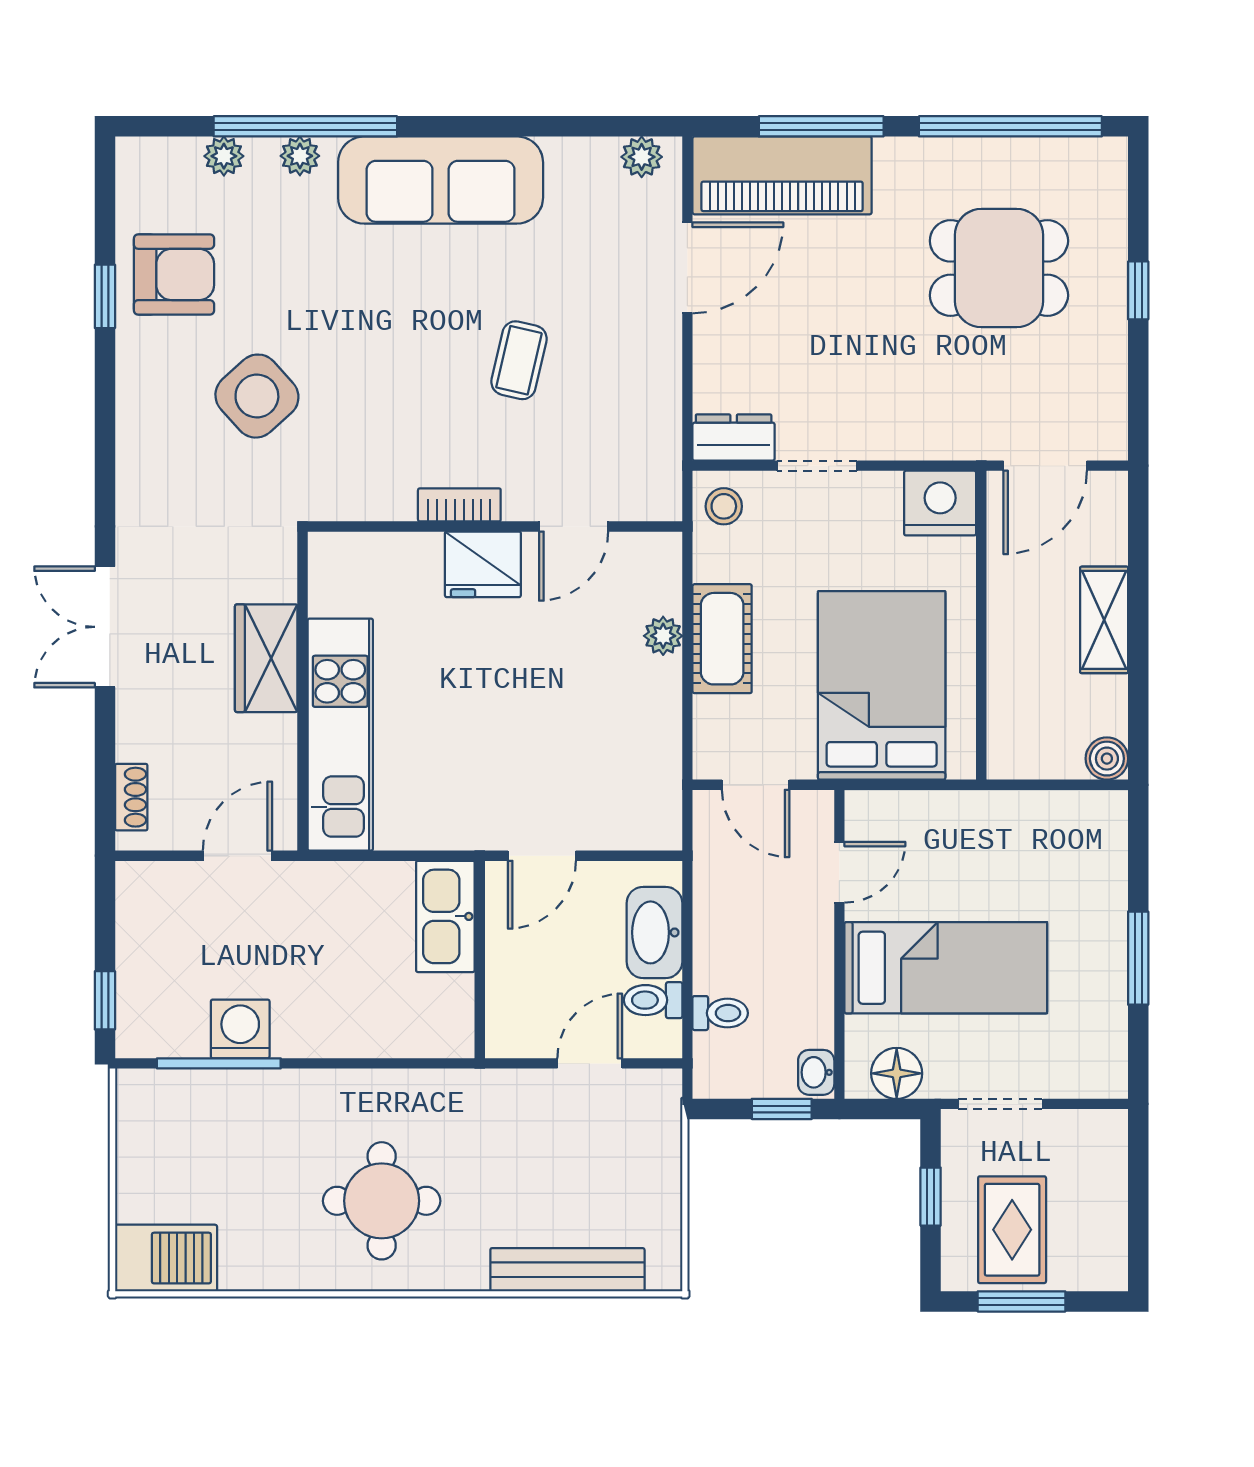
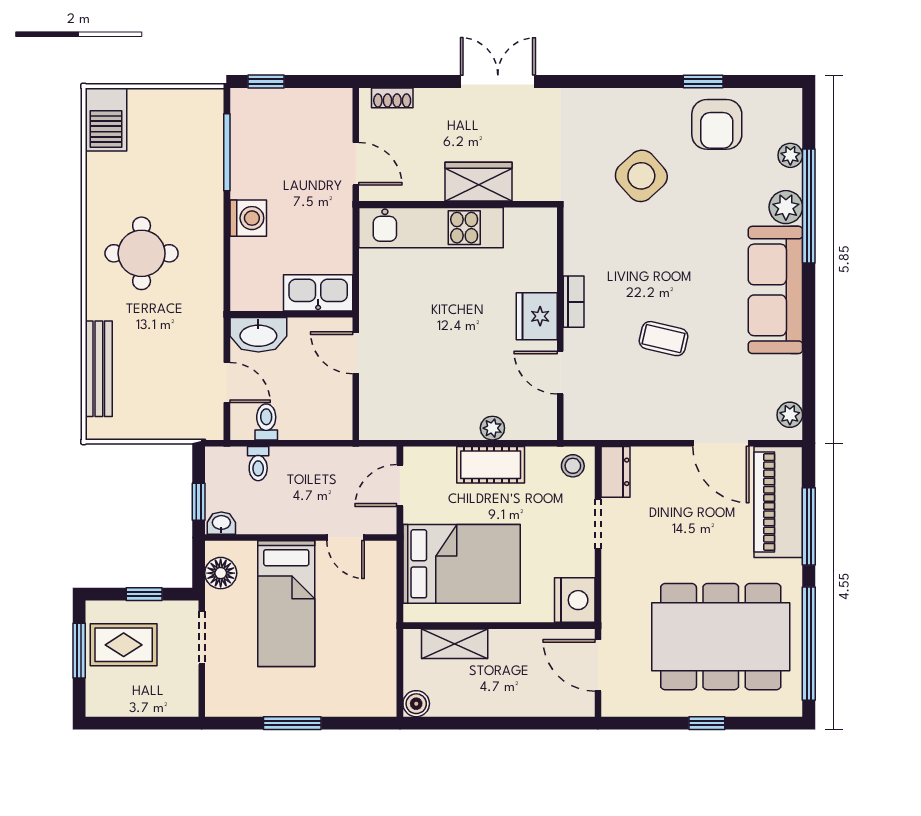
plant: (300, 156) -> (786, 207), width x1.38, depth x1.38
dining table: (999, 268) -> (721, 637), width x1.88, depth x1.24
shelving: (1104, 620) -> (455, 644), moved
washbasin: (654, 932) -> (258, 335), moved, turned 180
washing machine: (240, 1029) -> (248, 218), moved

